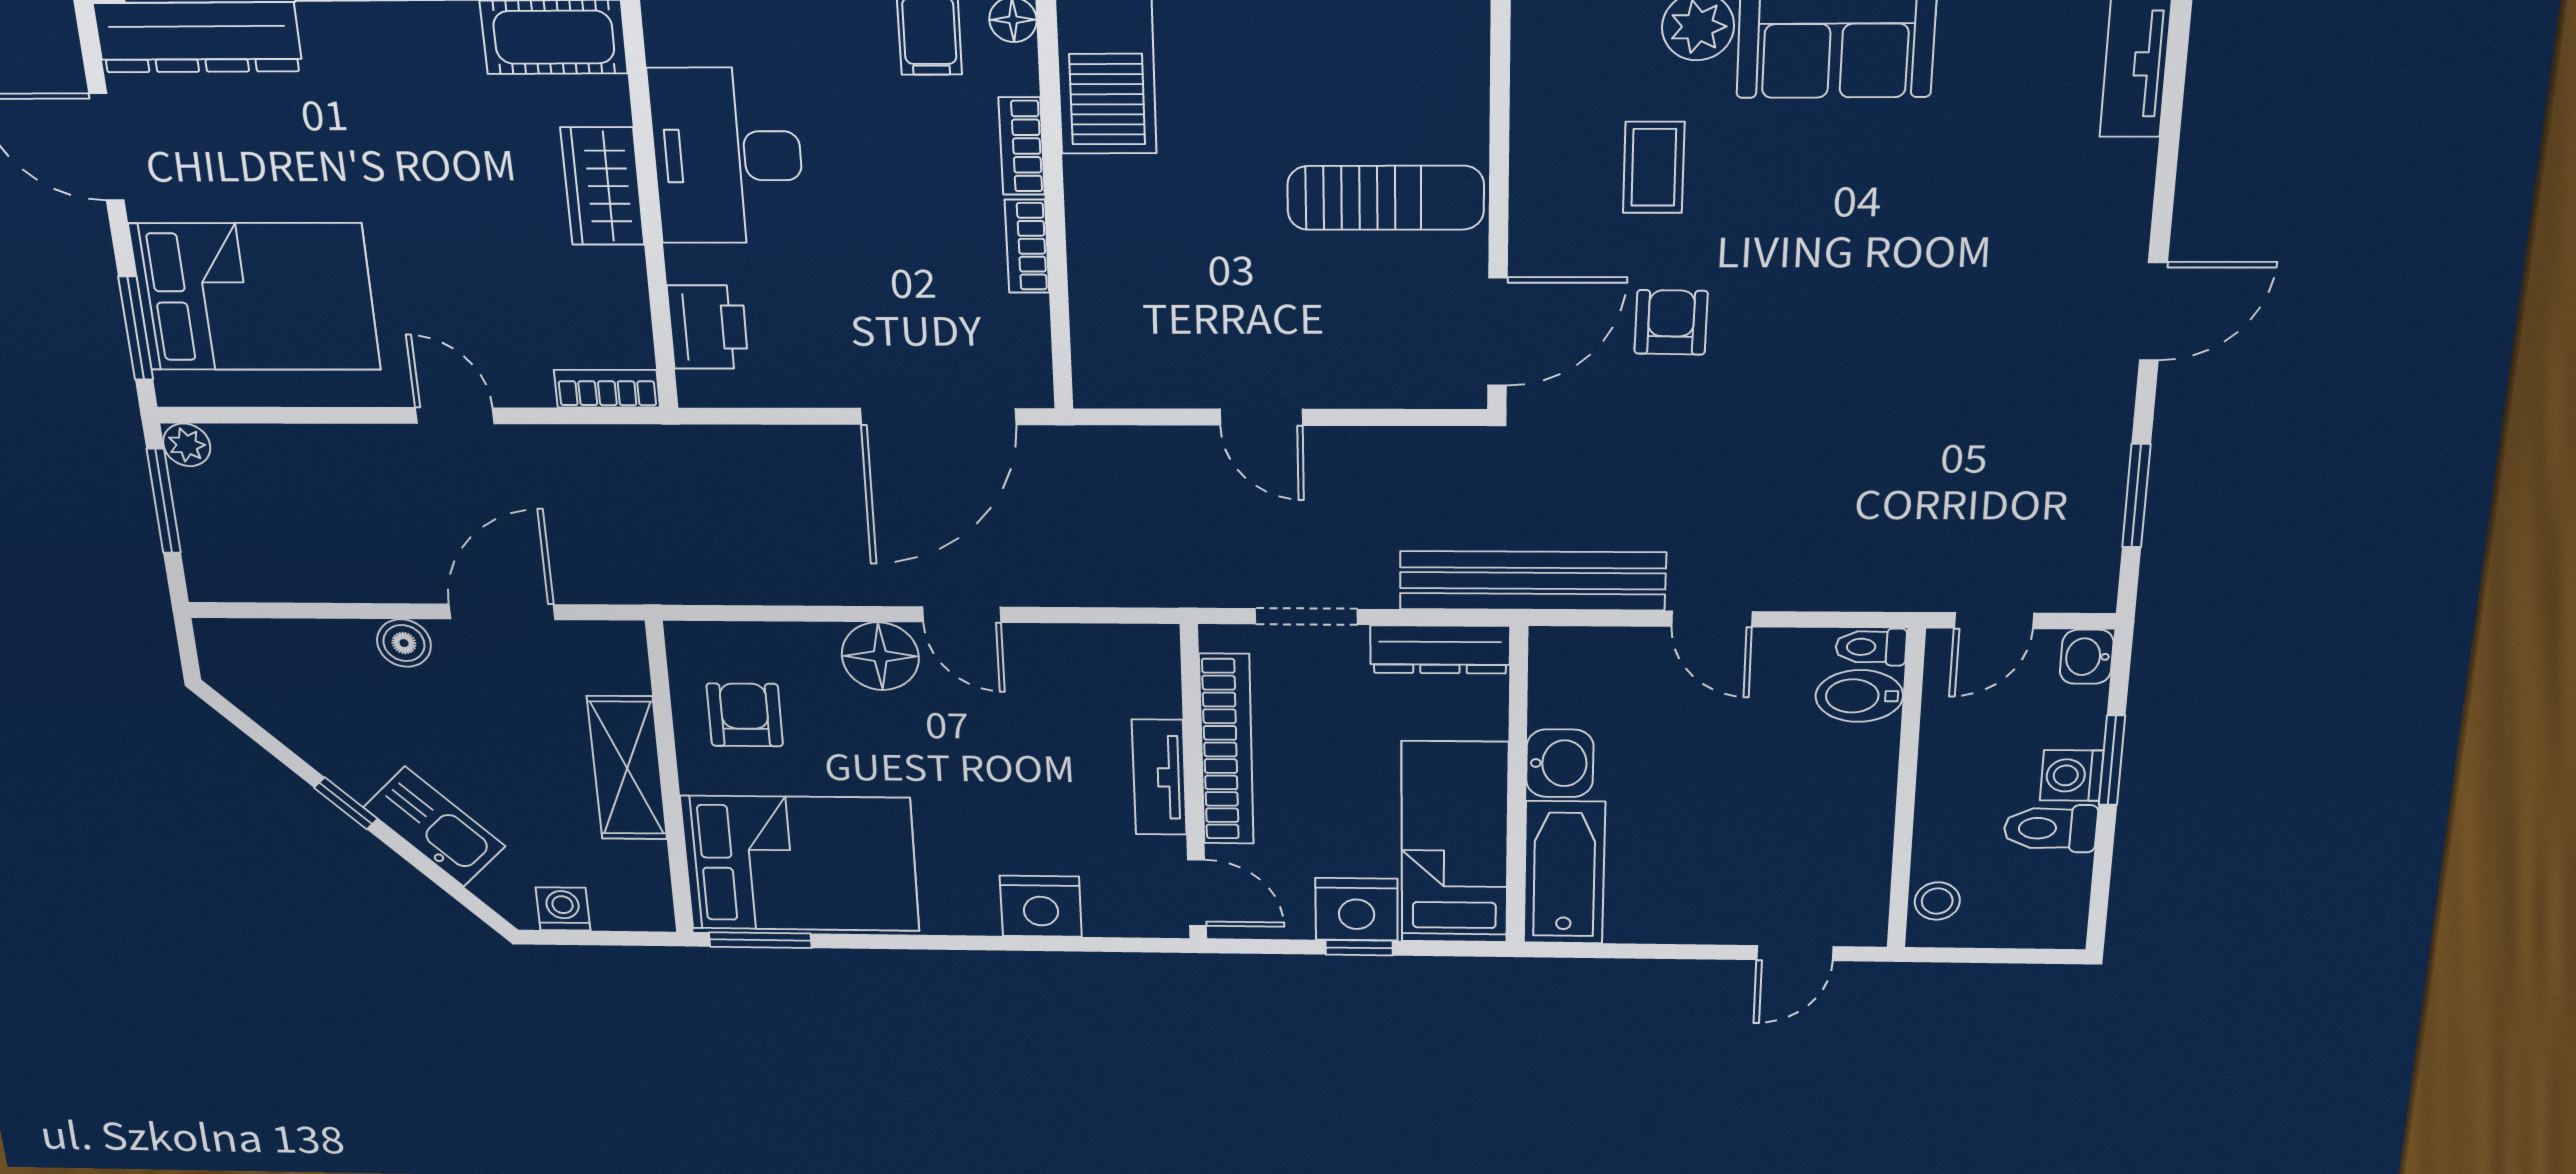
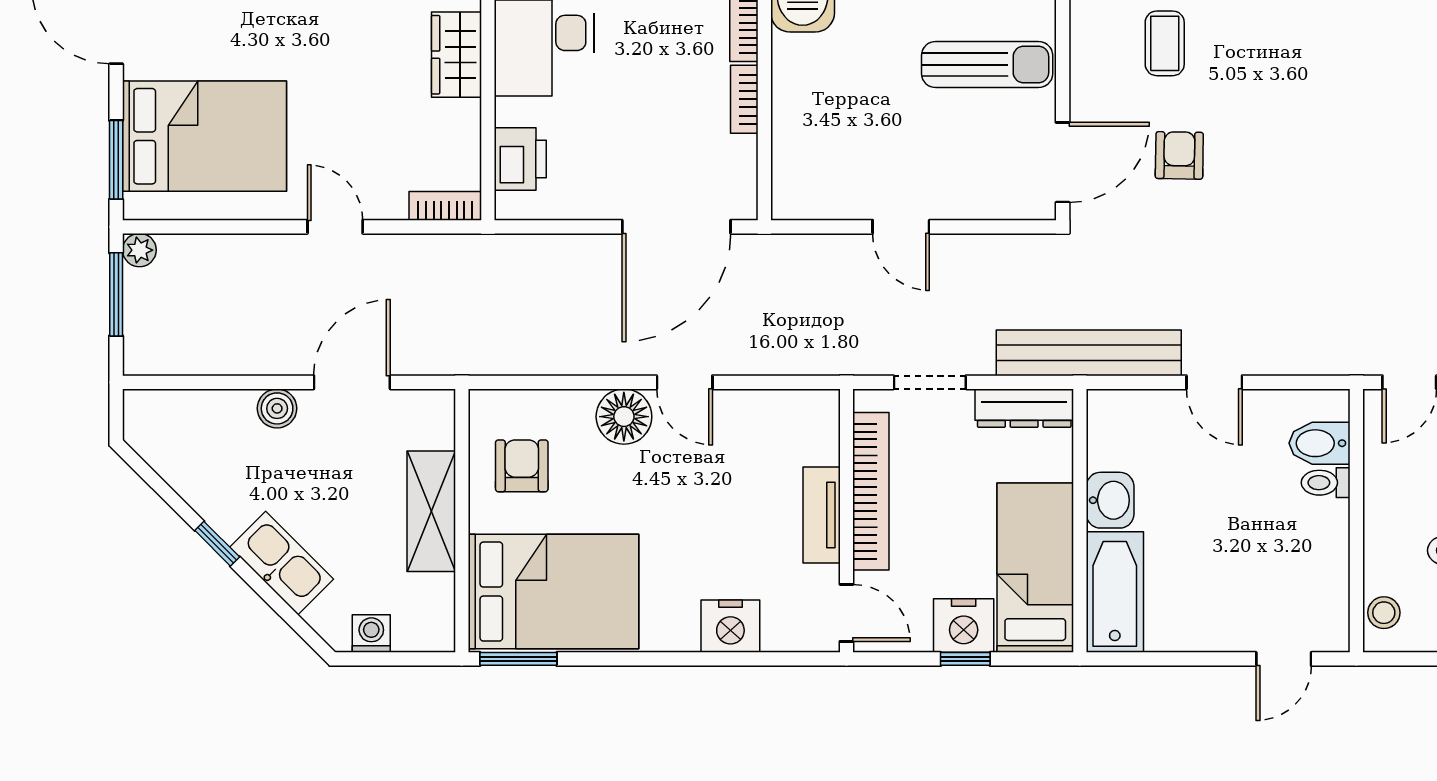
toilet: (1871, 647) -> (1326, 483), moved

